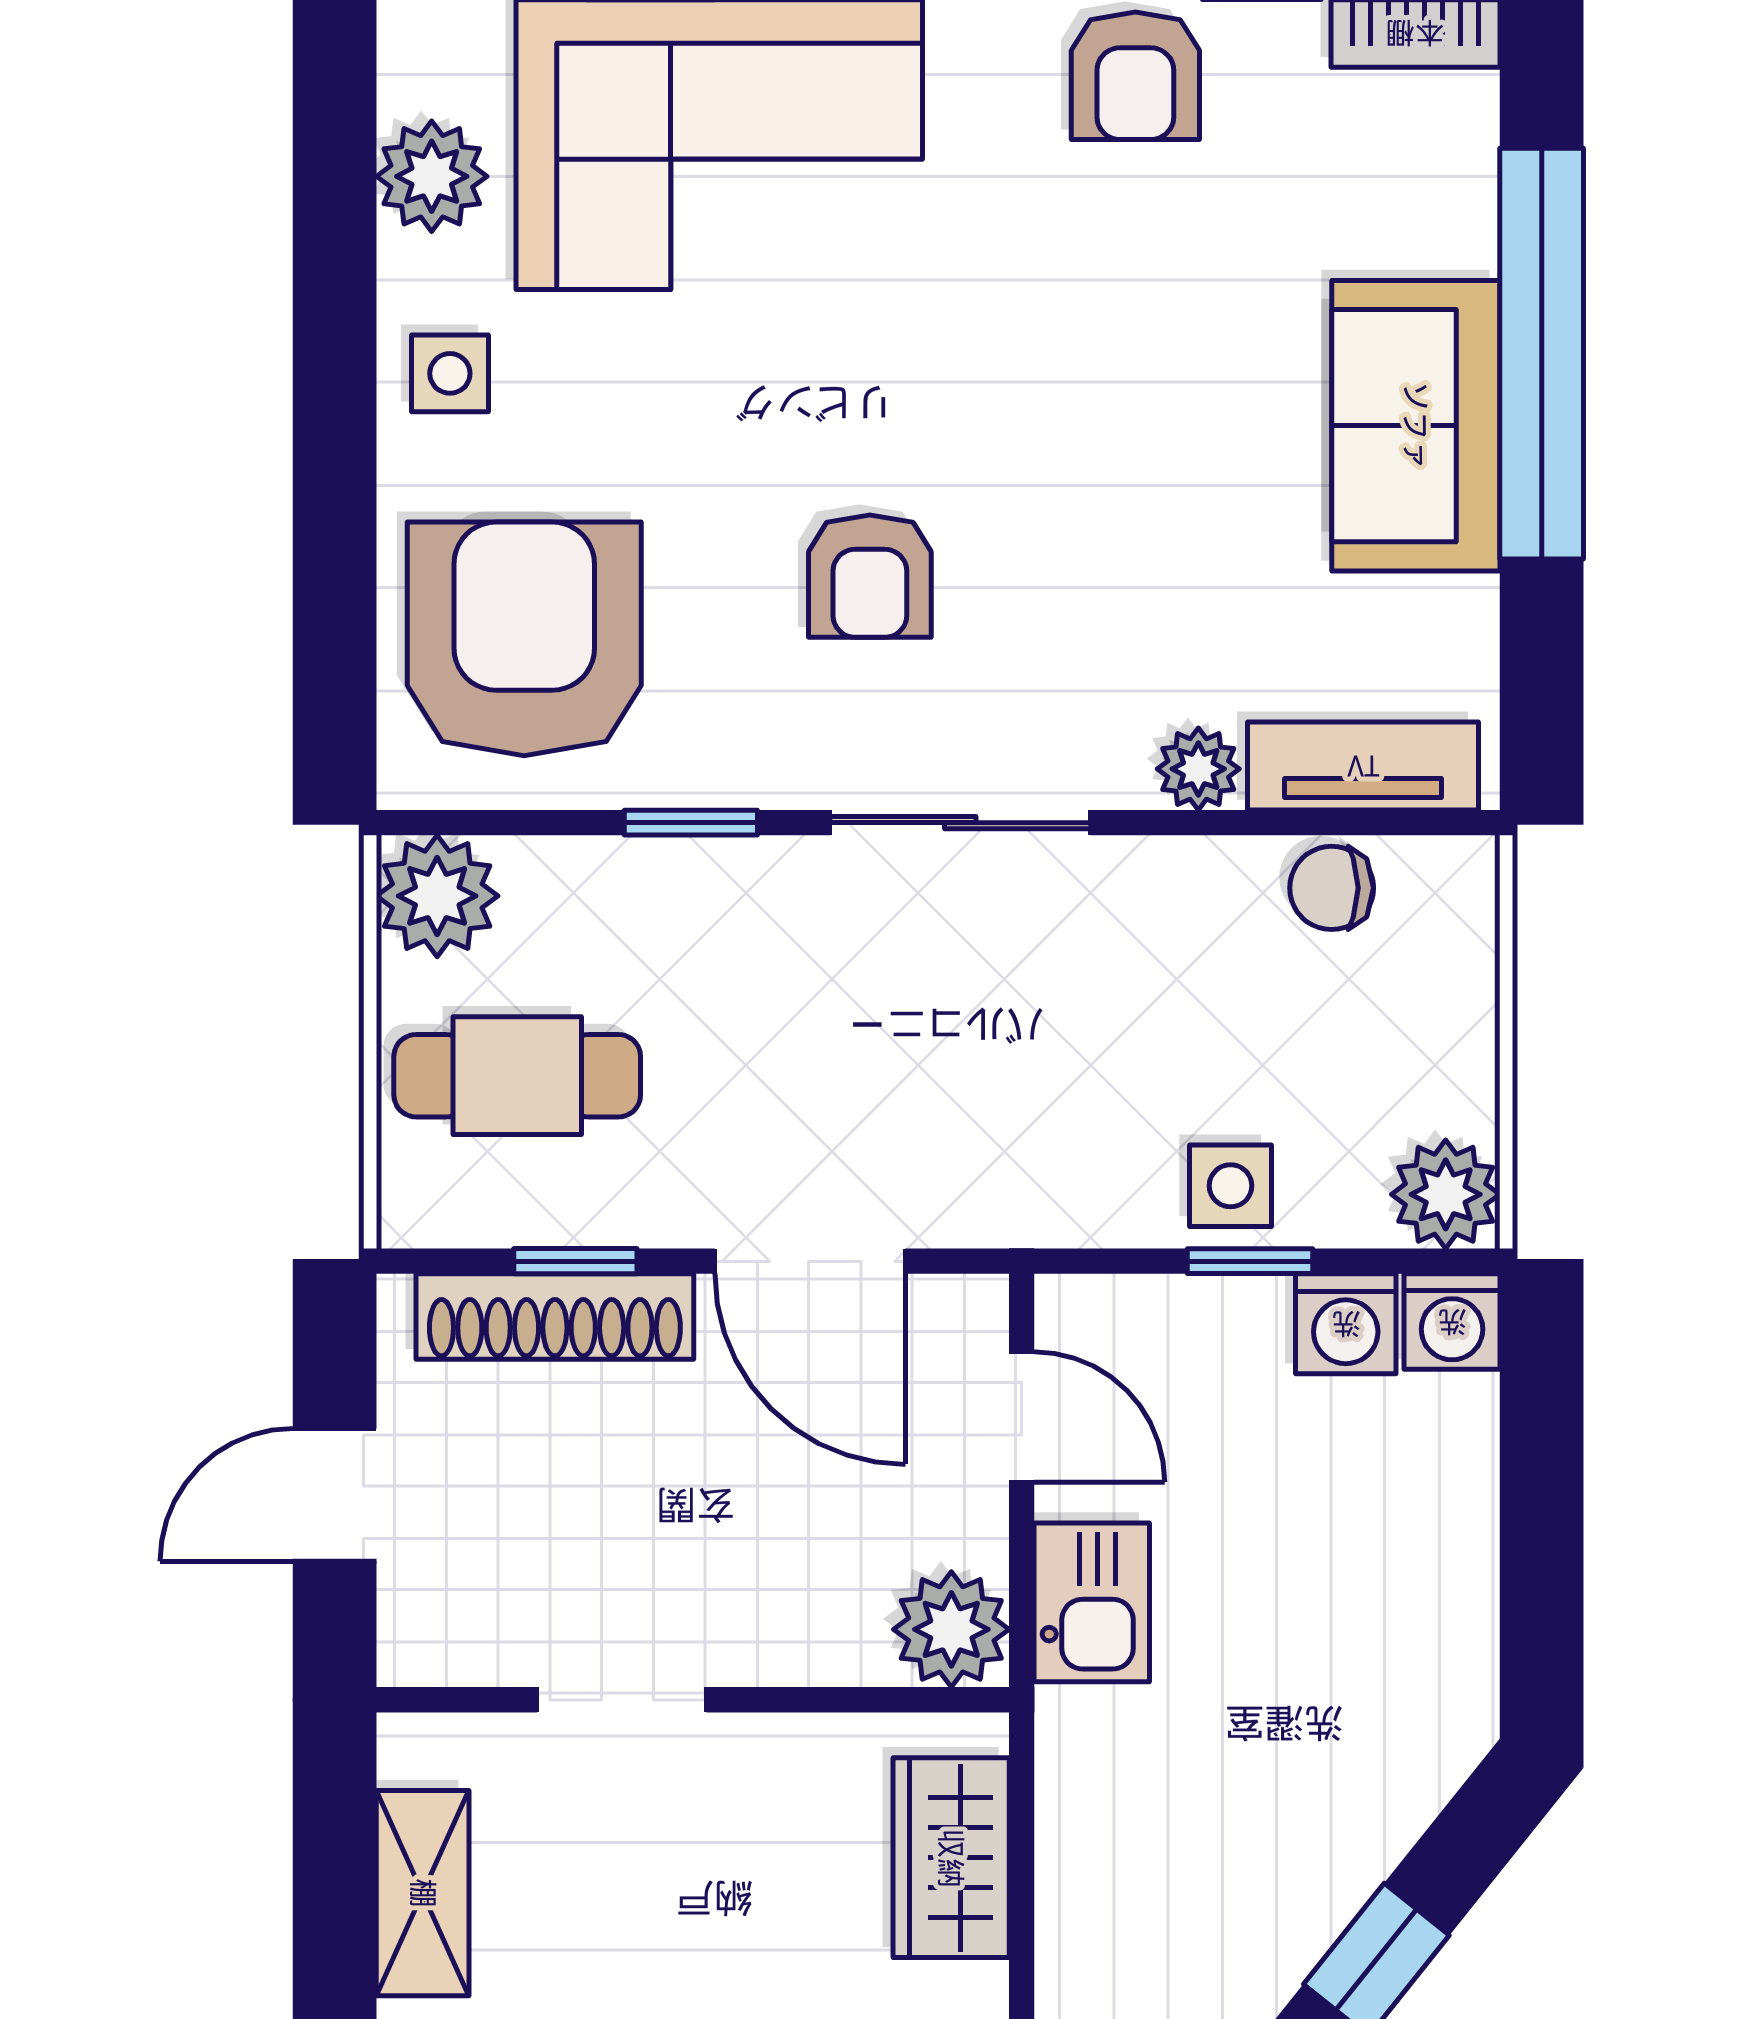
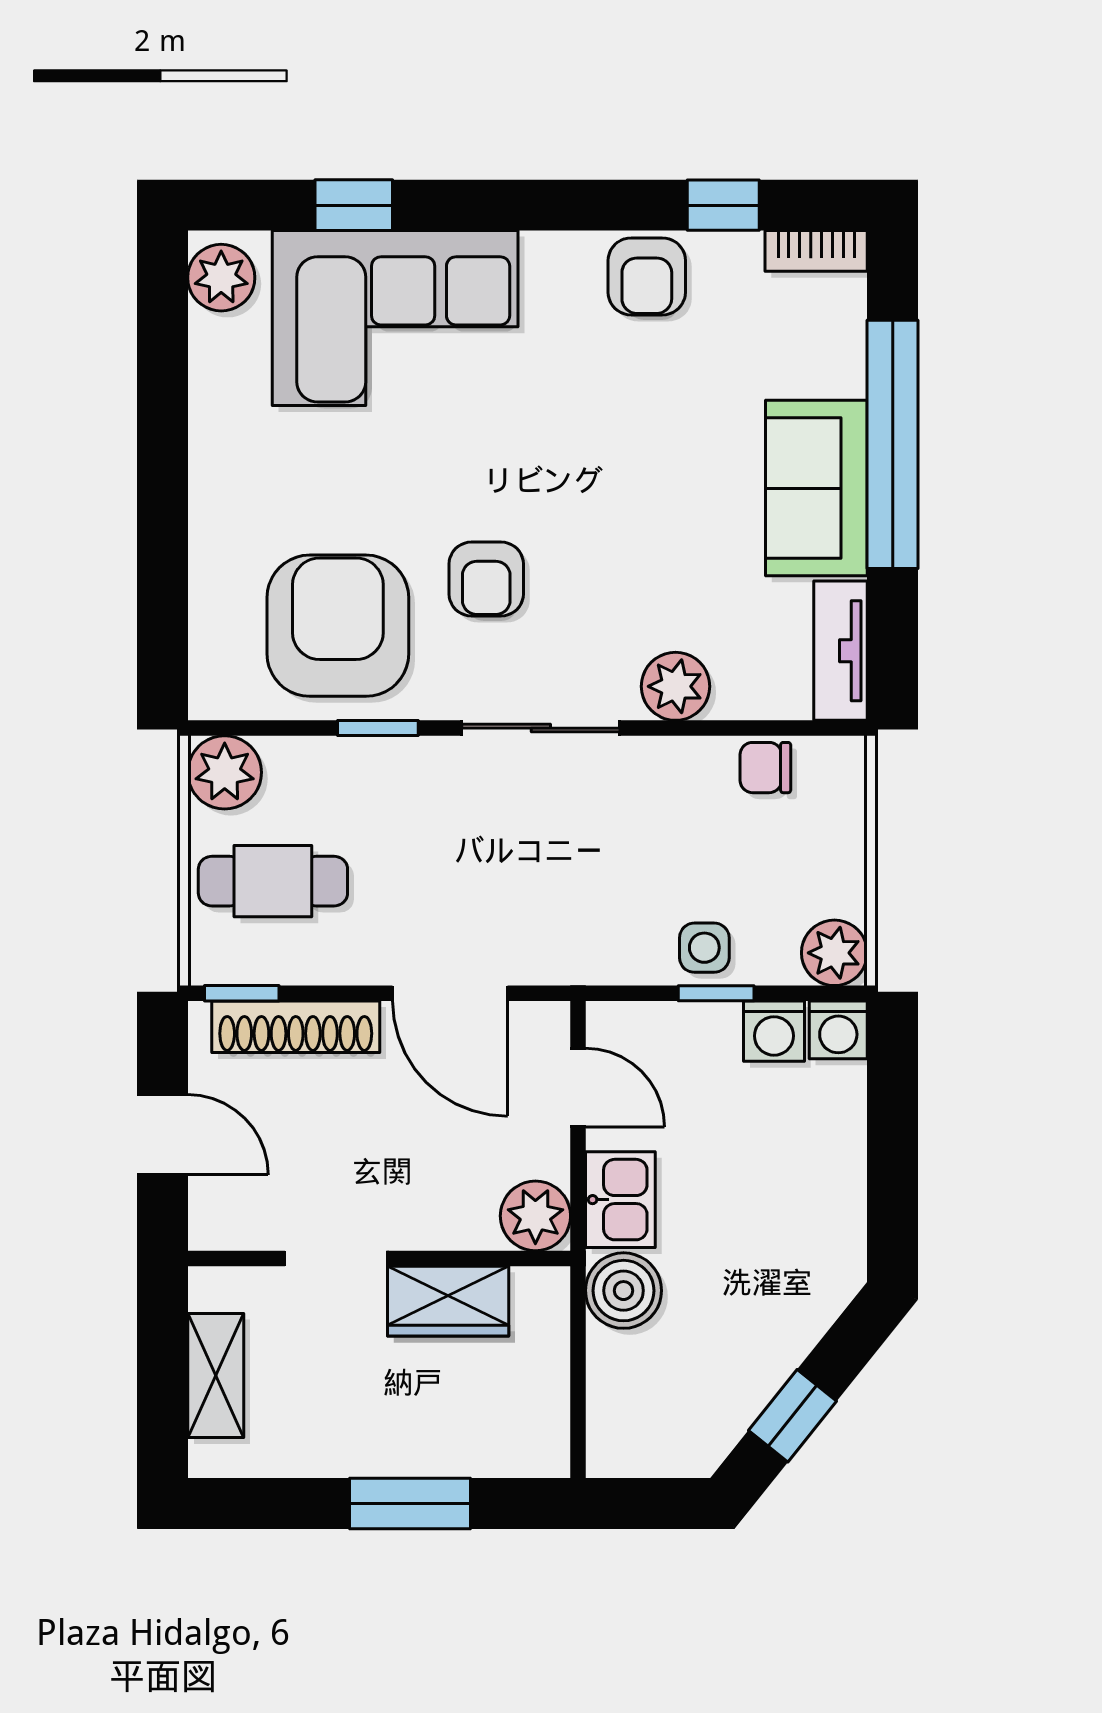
plant: (432, 176) -> (221, 278), moved
side table: (450, 373) -> (232, 456), removed
armchair: (524, 639) -> (338, 626), moved
tv unit: (1363, 766) -> (841, 651), moved, turned -90
plant: (1198, 769) -> (676, 686), width x1.38, depth x1.38
window: (575, 1261) -> (242, 993), moved
door: (335, 1495) -> (163, 1135), swing flipped
boiler: (1097, 1753) -> (624, 1291), added
wardrobe: (951, 1858) -> (448, 1301), moved, turned -90

